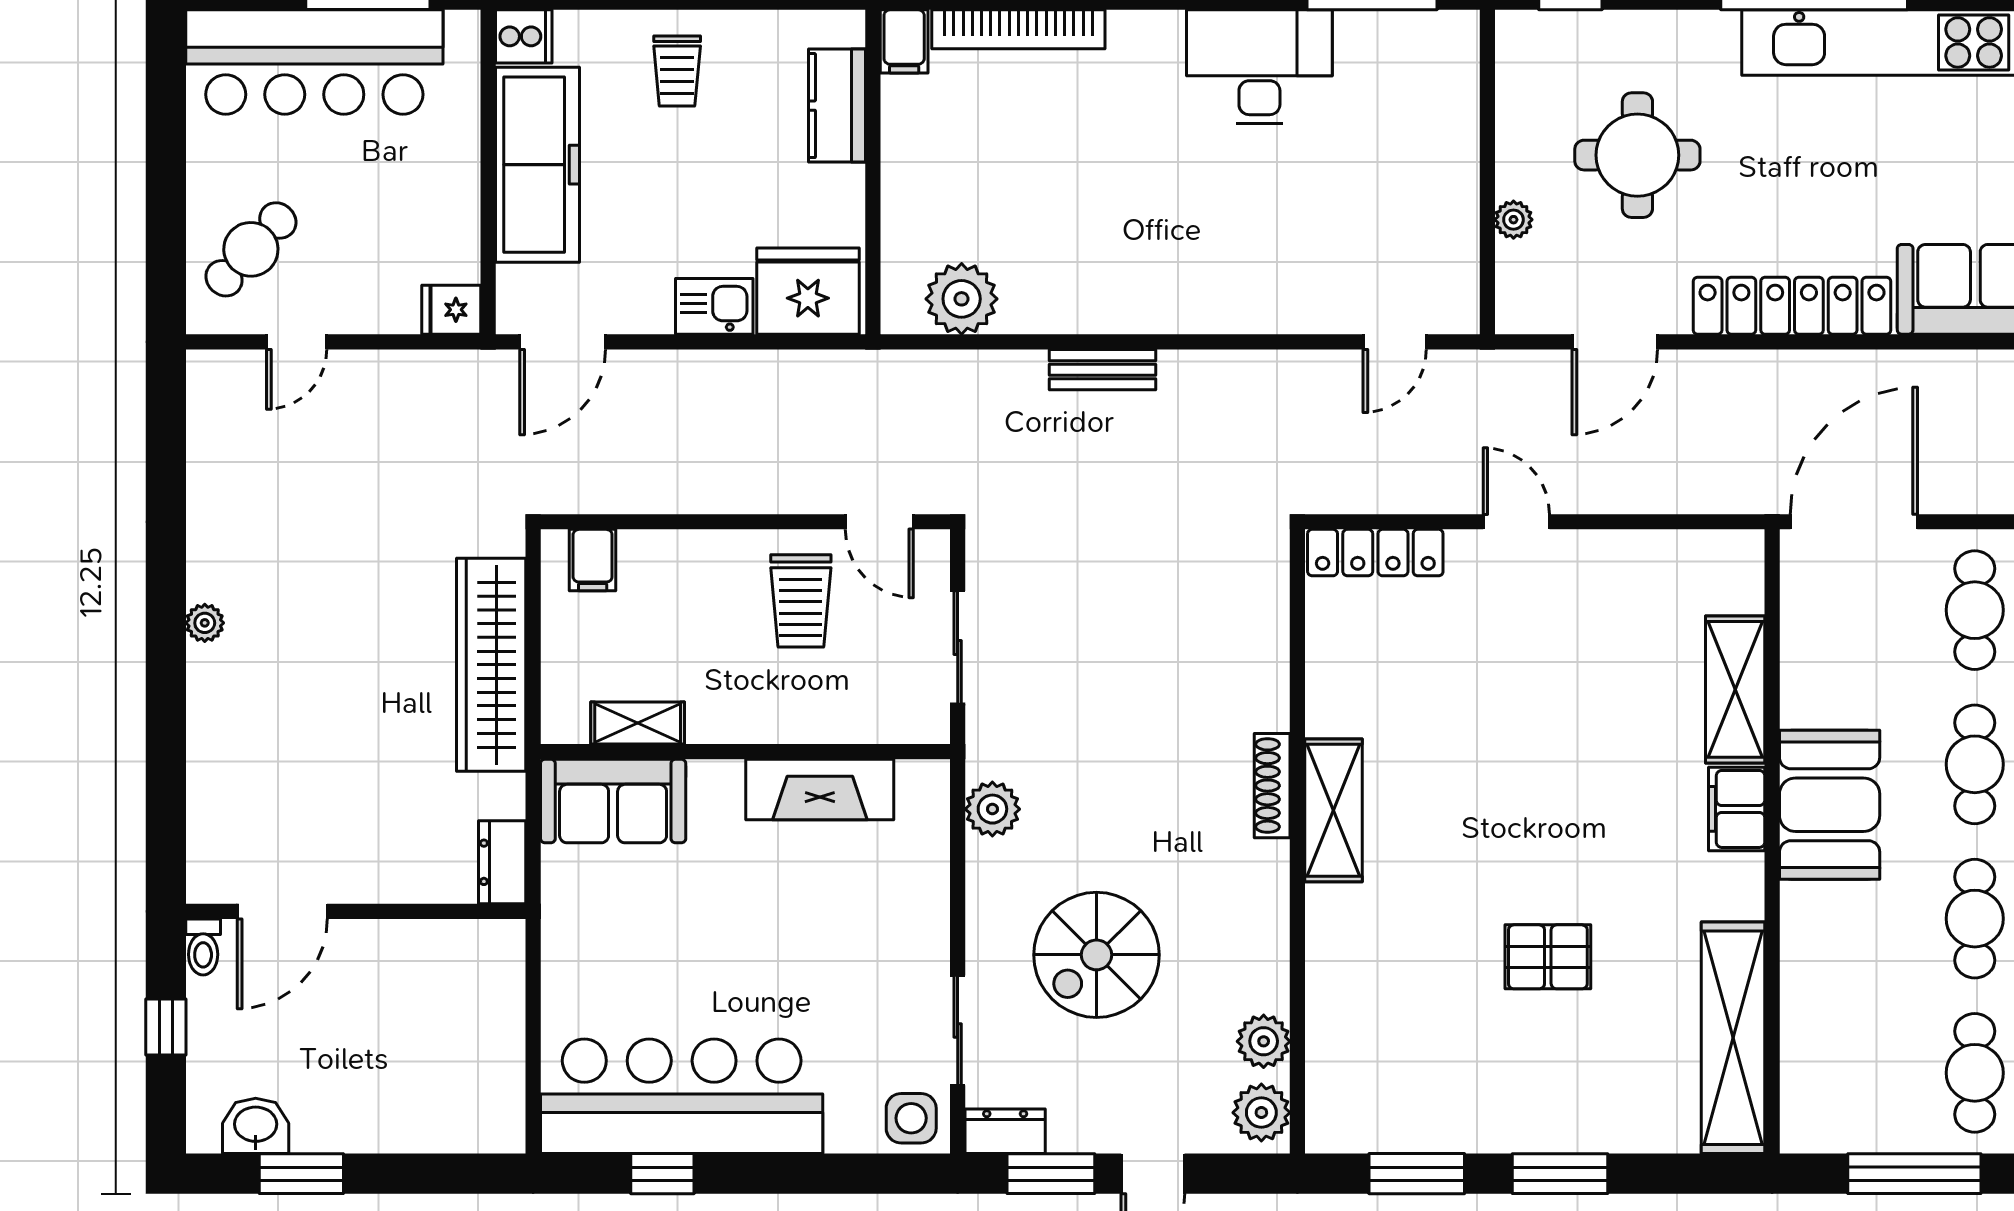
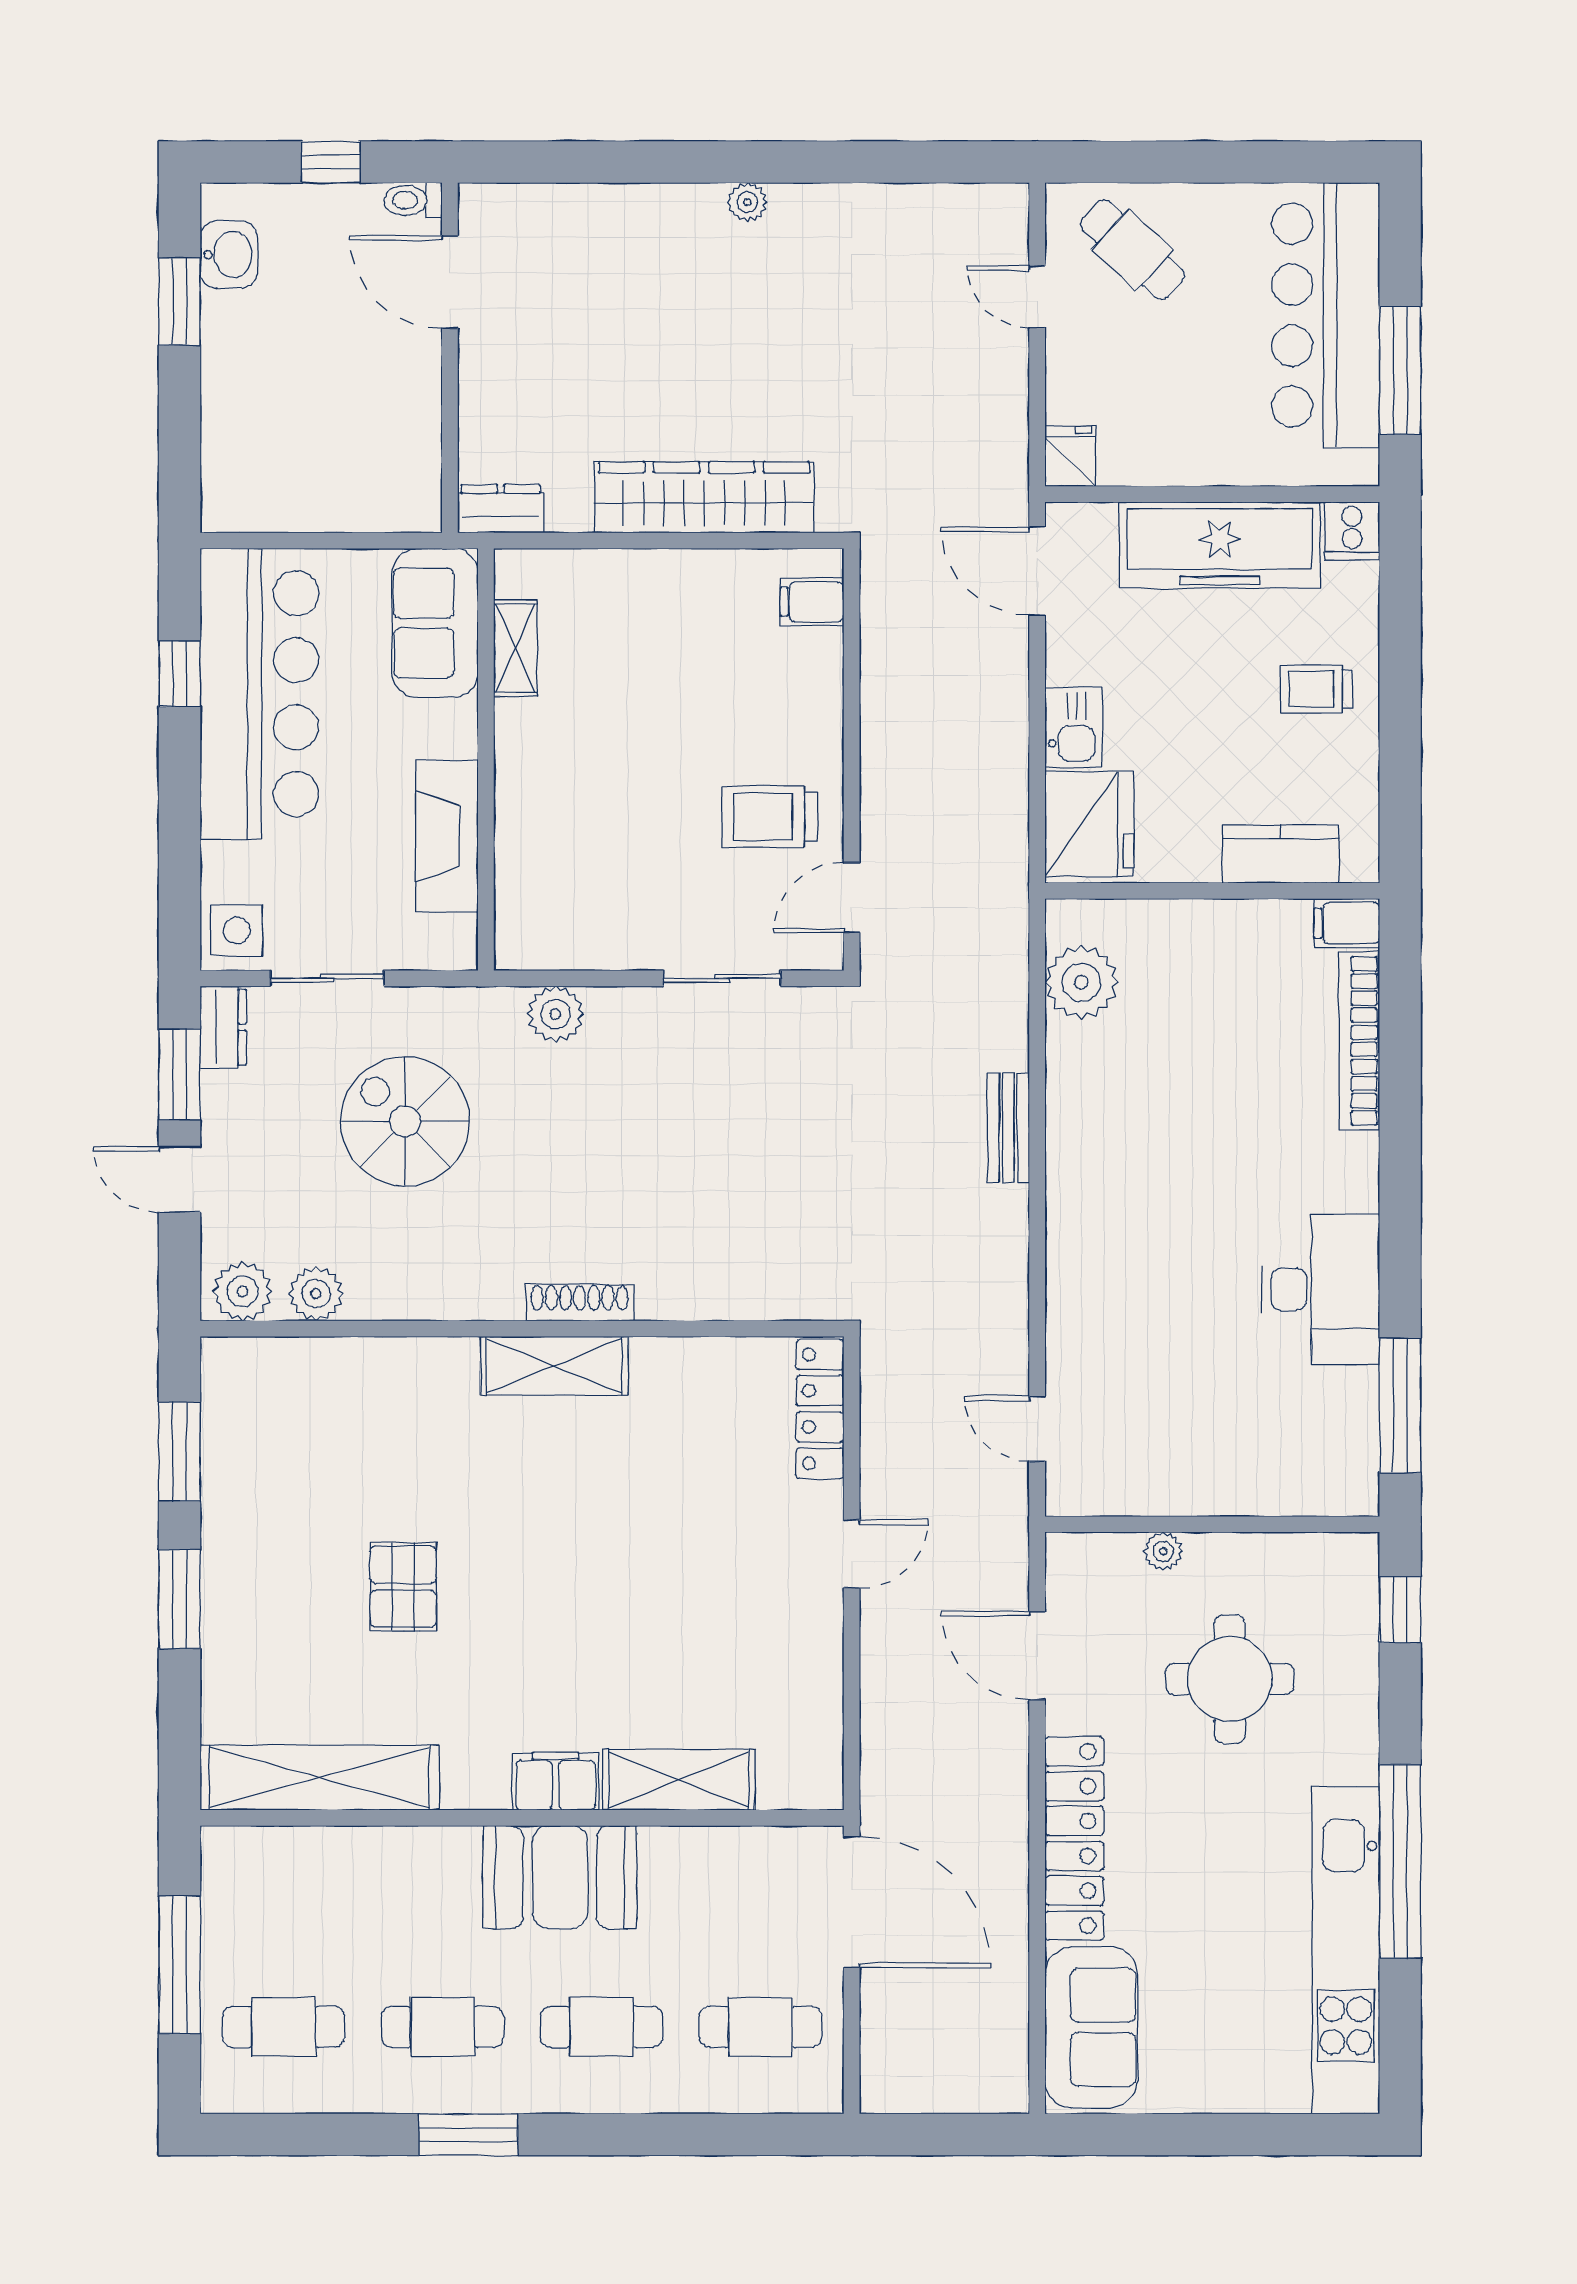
shelving: (638, 723) -> (515, 648), moved
wall: (745, 752) -> (486, 759), moved
fireplace: (820, 789) -> (447, 836), moved
sofa: (613, 801) -> (435, 623), moved

